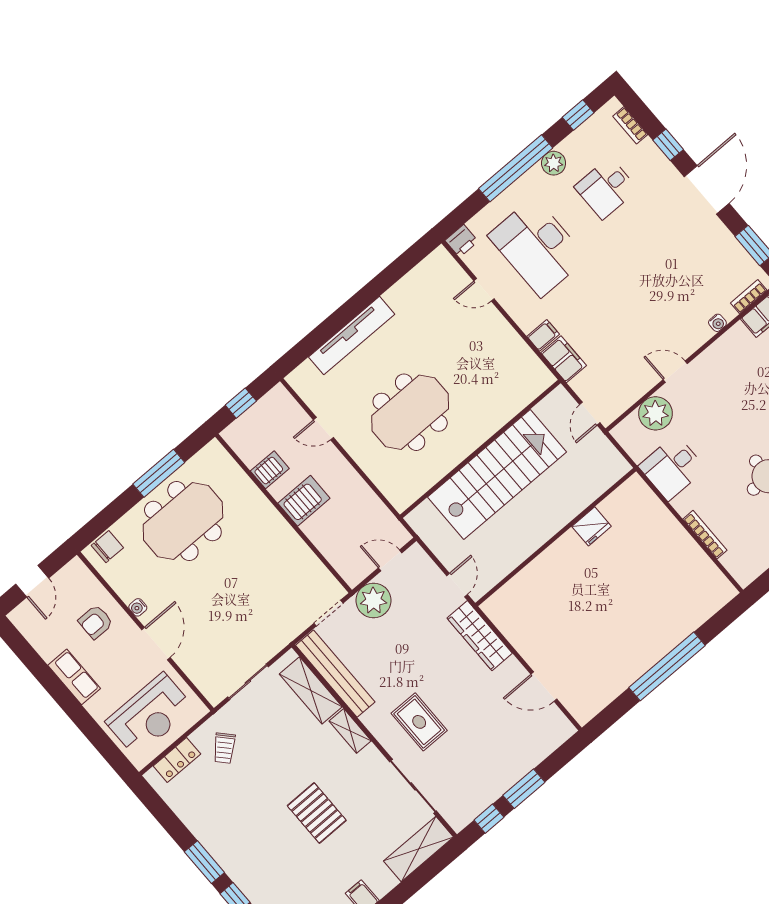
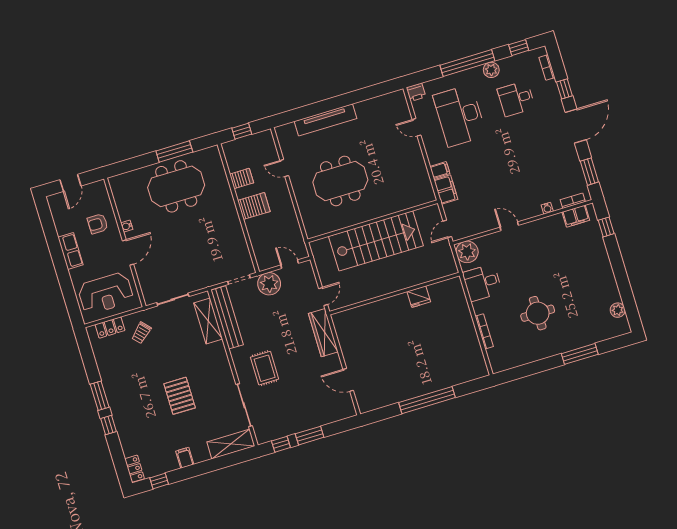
plant: (656, 413) -> (467, 252), moved
chair: (107, 547) -> (124, 182), removed
shelving: (350, 731) -> (221, 355), removed

